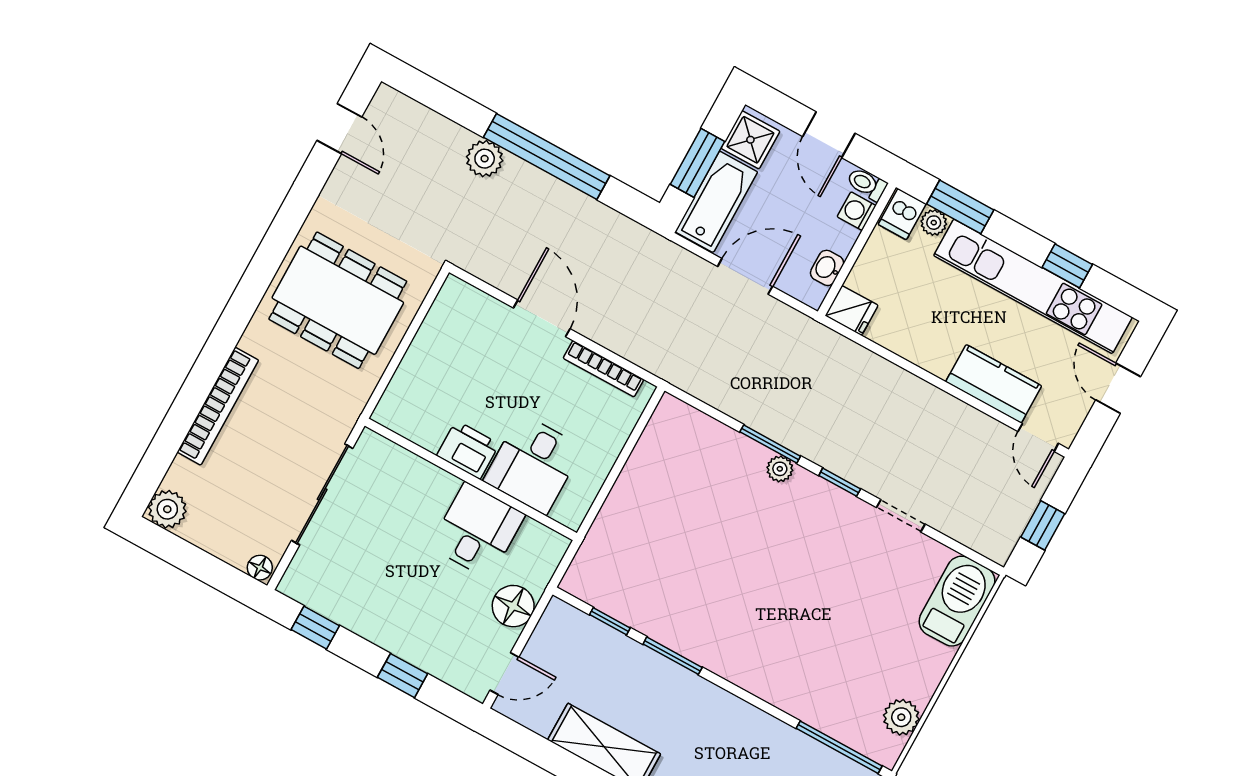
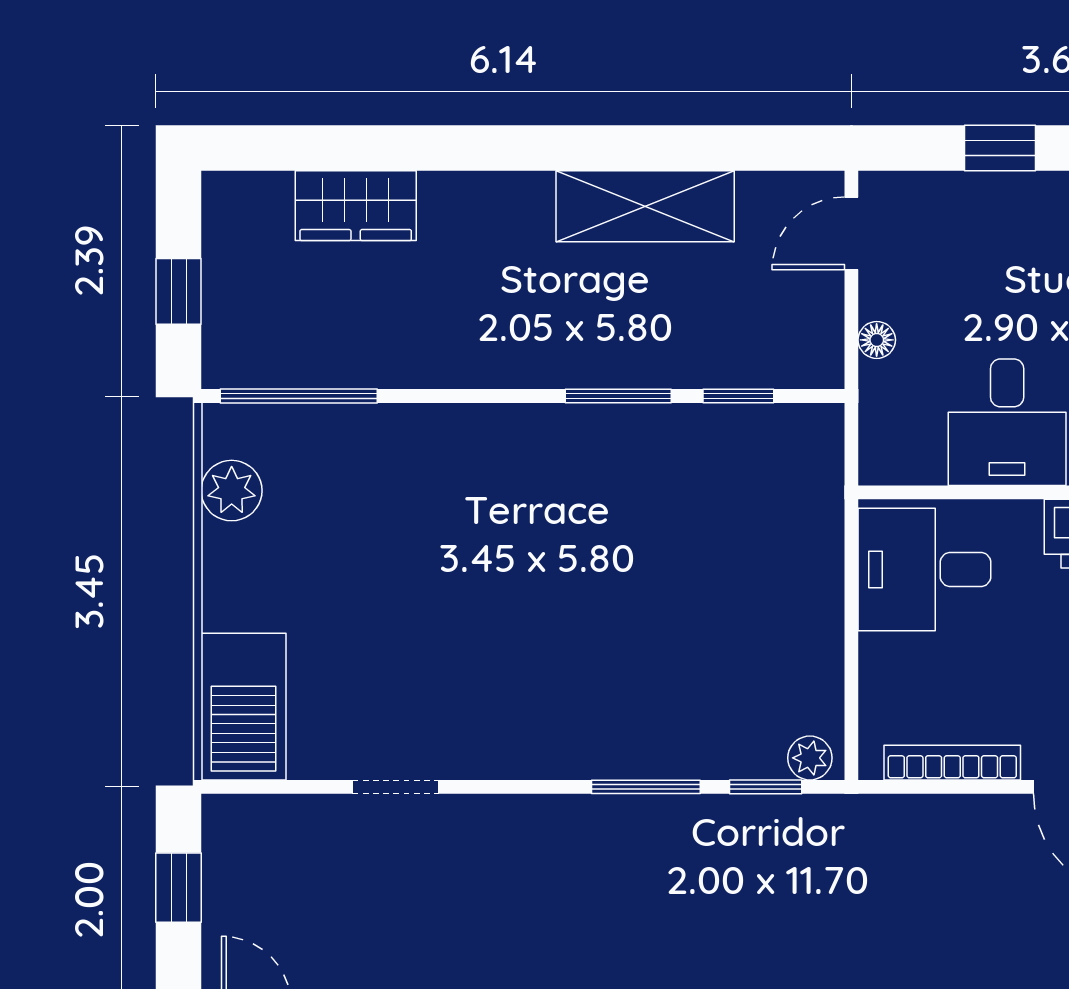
desk: (533, 464) -> (924, 570), moved, turned -90
plant: (780, 469) -> (810, 758), moved
window: (840, 482) -> (766, 787), moved
floor lamp: (513, 606) -> (877, 340), width x0.53, depth x0.53

